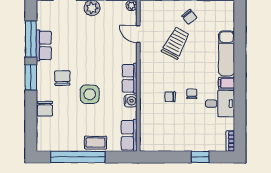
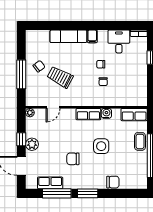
row of seats: (44, 45) -> (50, 183), moved
chair: (62, 78) -> (73, 159), moved
desk: (220, 104) -> (119, 42), moved

